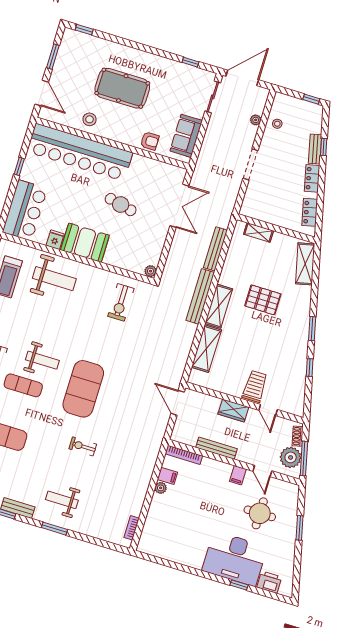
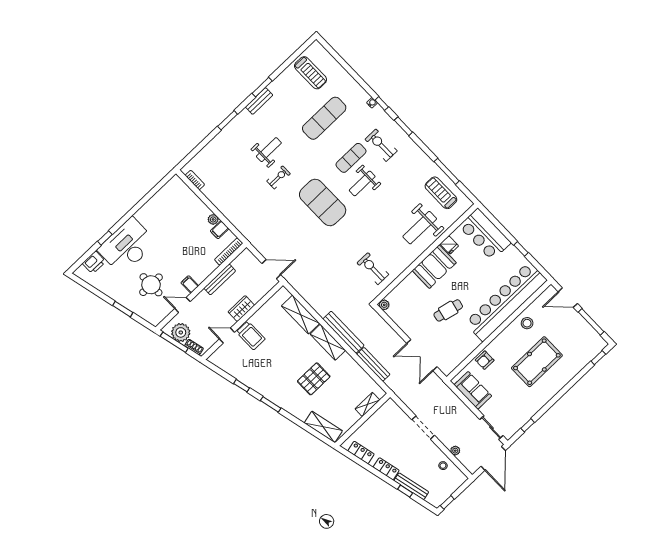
window: (53, 57) -> (591, 322), width x1.44
bench: (315, 149) -> (411, 486), width x1.36
weight bench: (62, 500) -> (269, 150), moved

